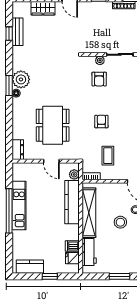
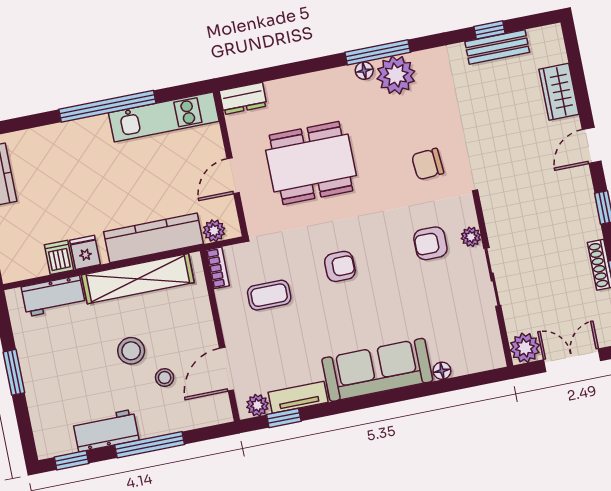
chair: (64, 73) -> (428, 164), added
window: (9, 86) -> (378, 52), width x1.44
kitchen unit: (19, 206) -> (164, 117), moved
fridge: (72, 258) -> (85, 252), moved

